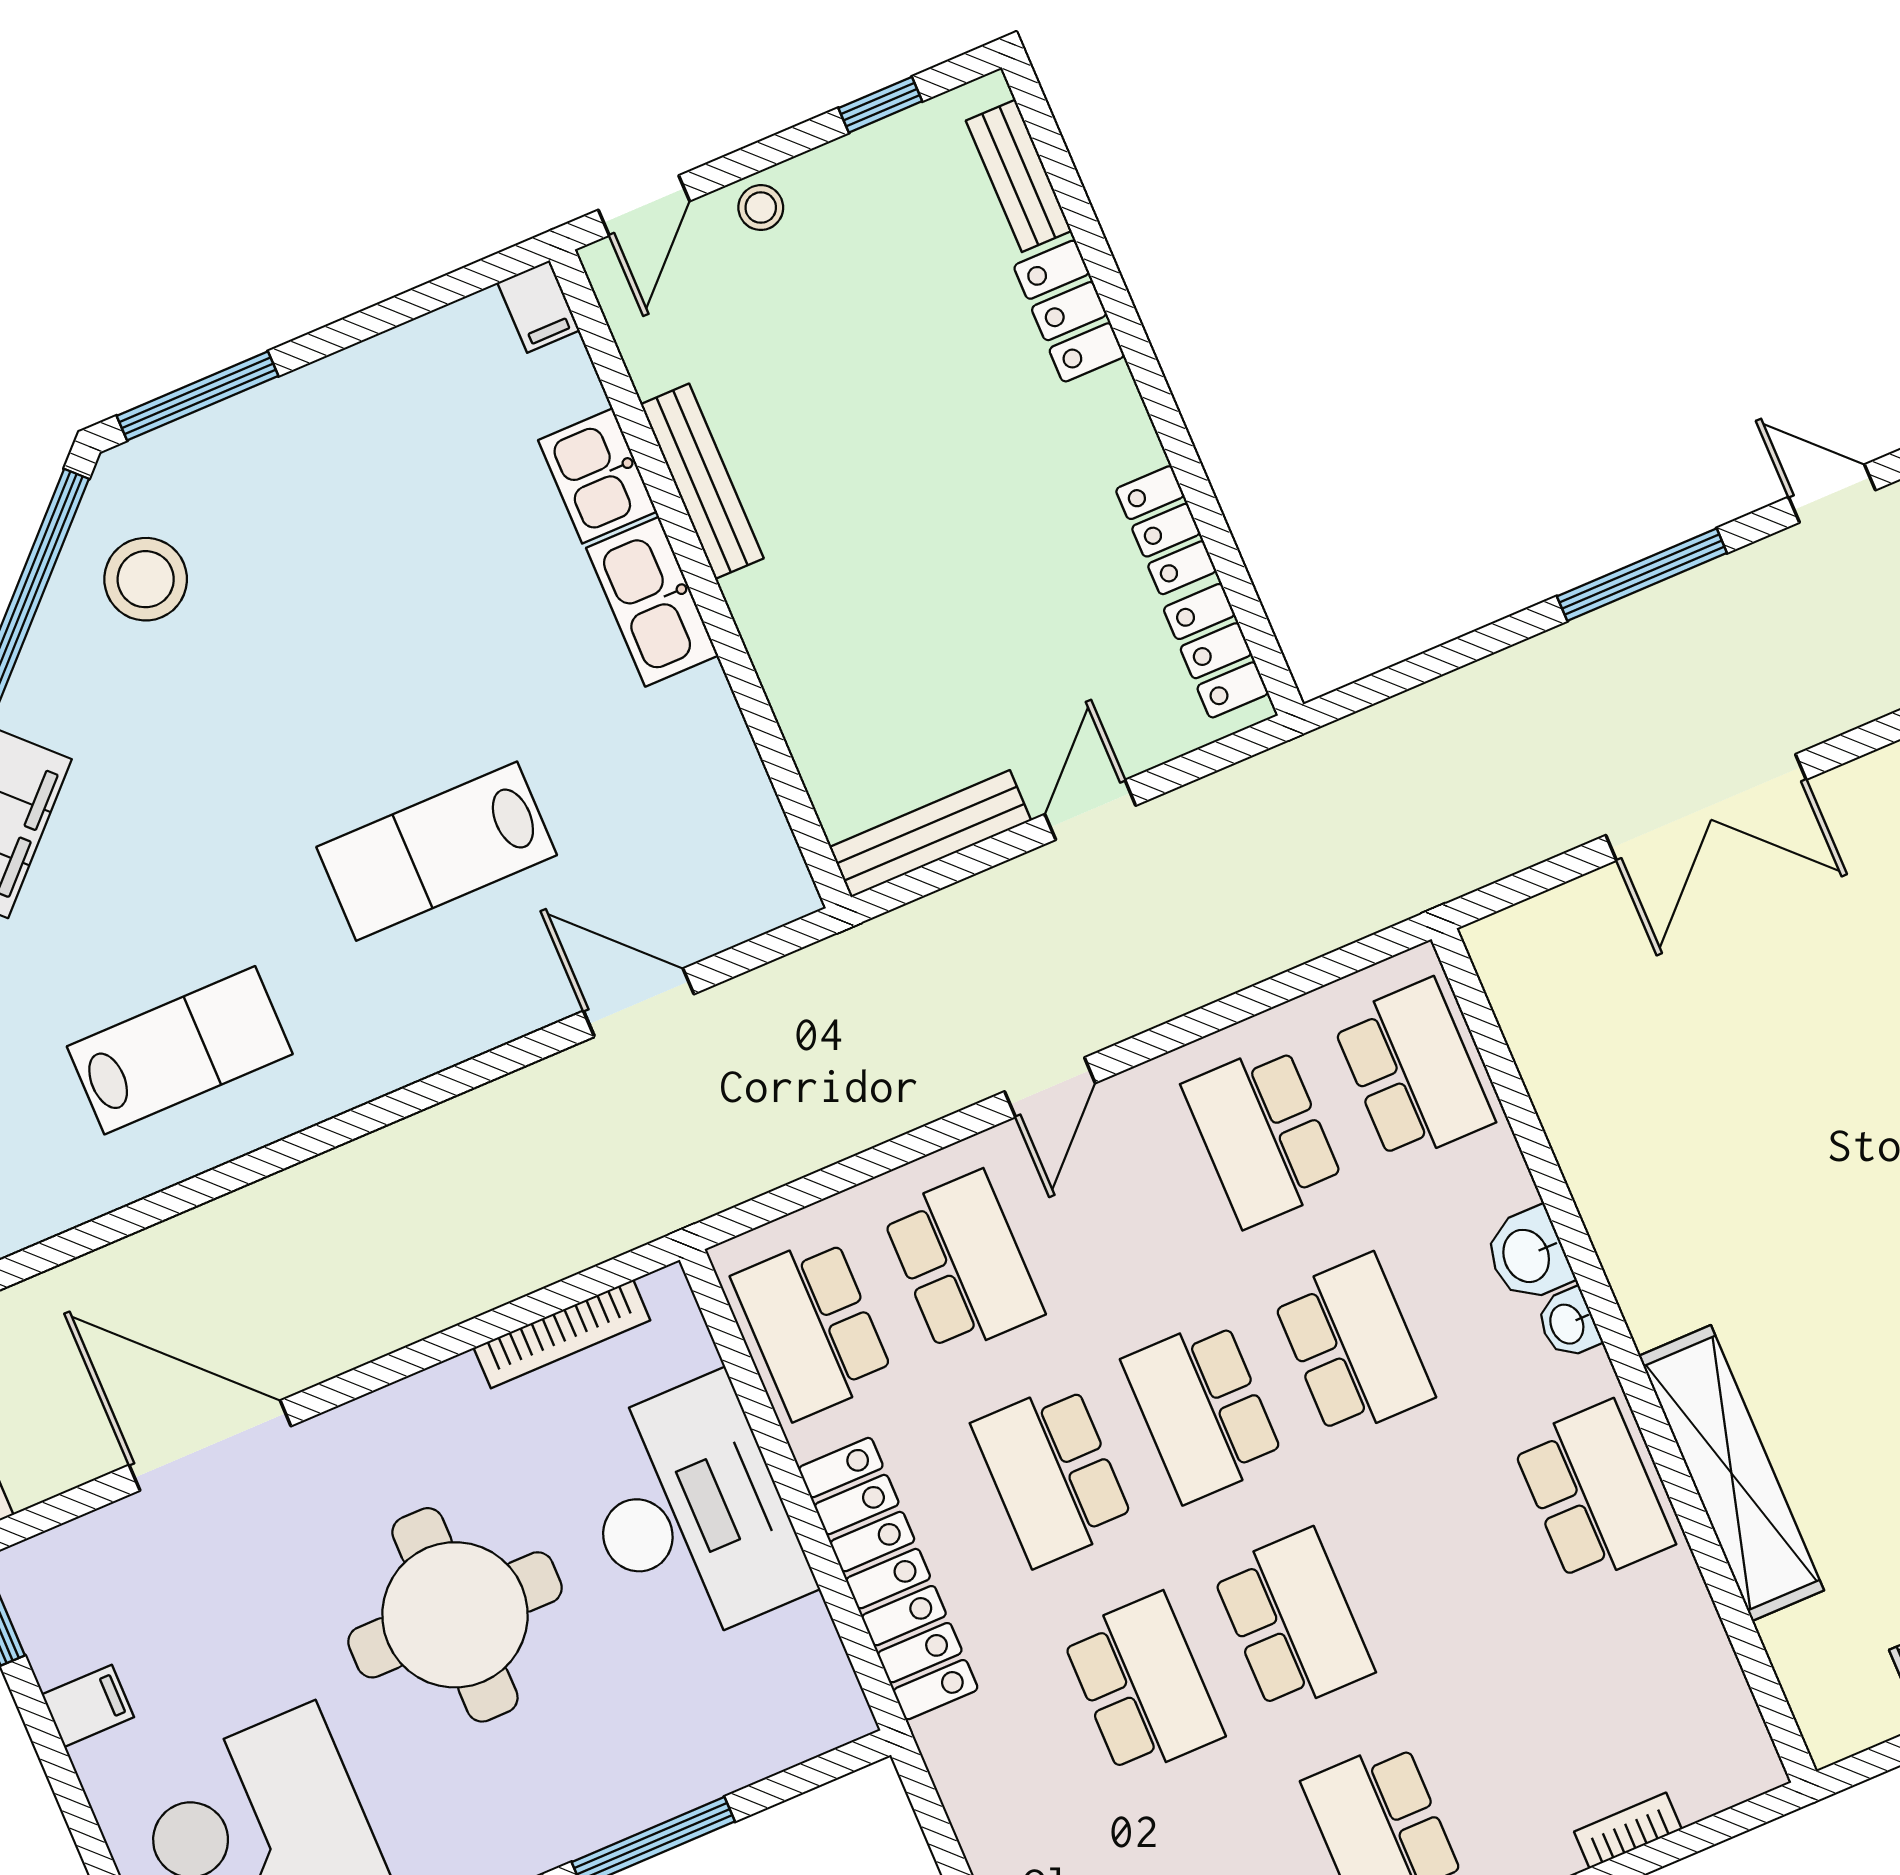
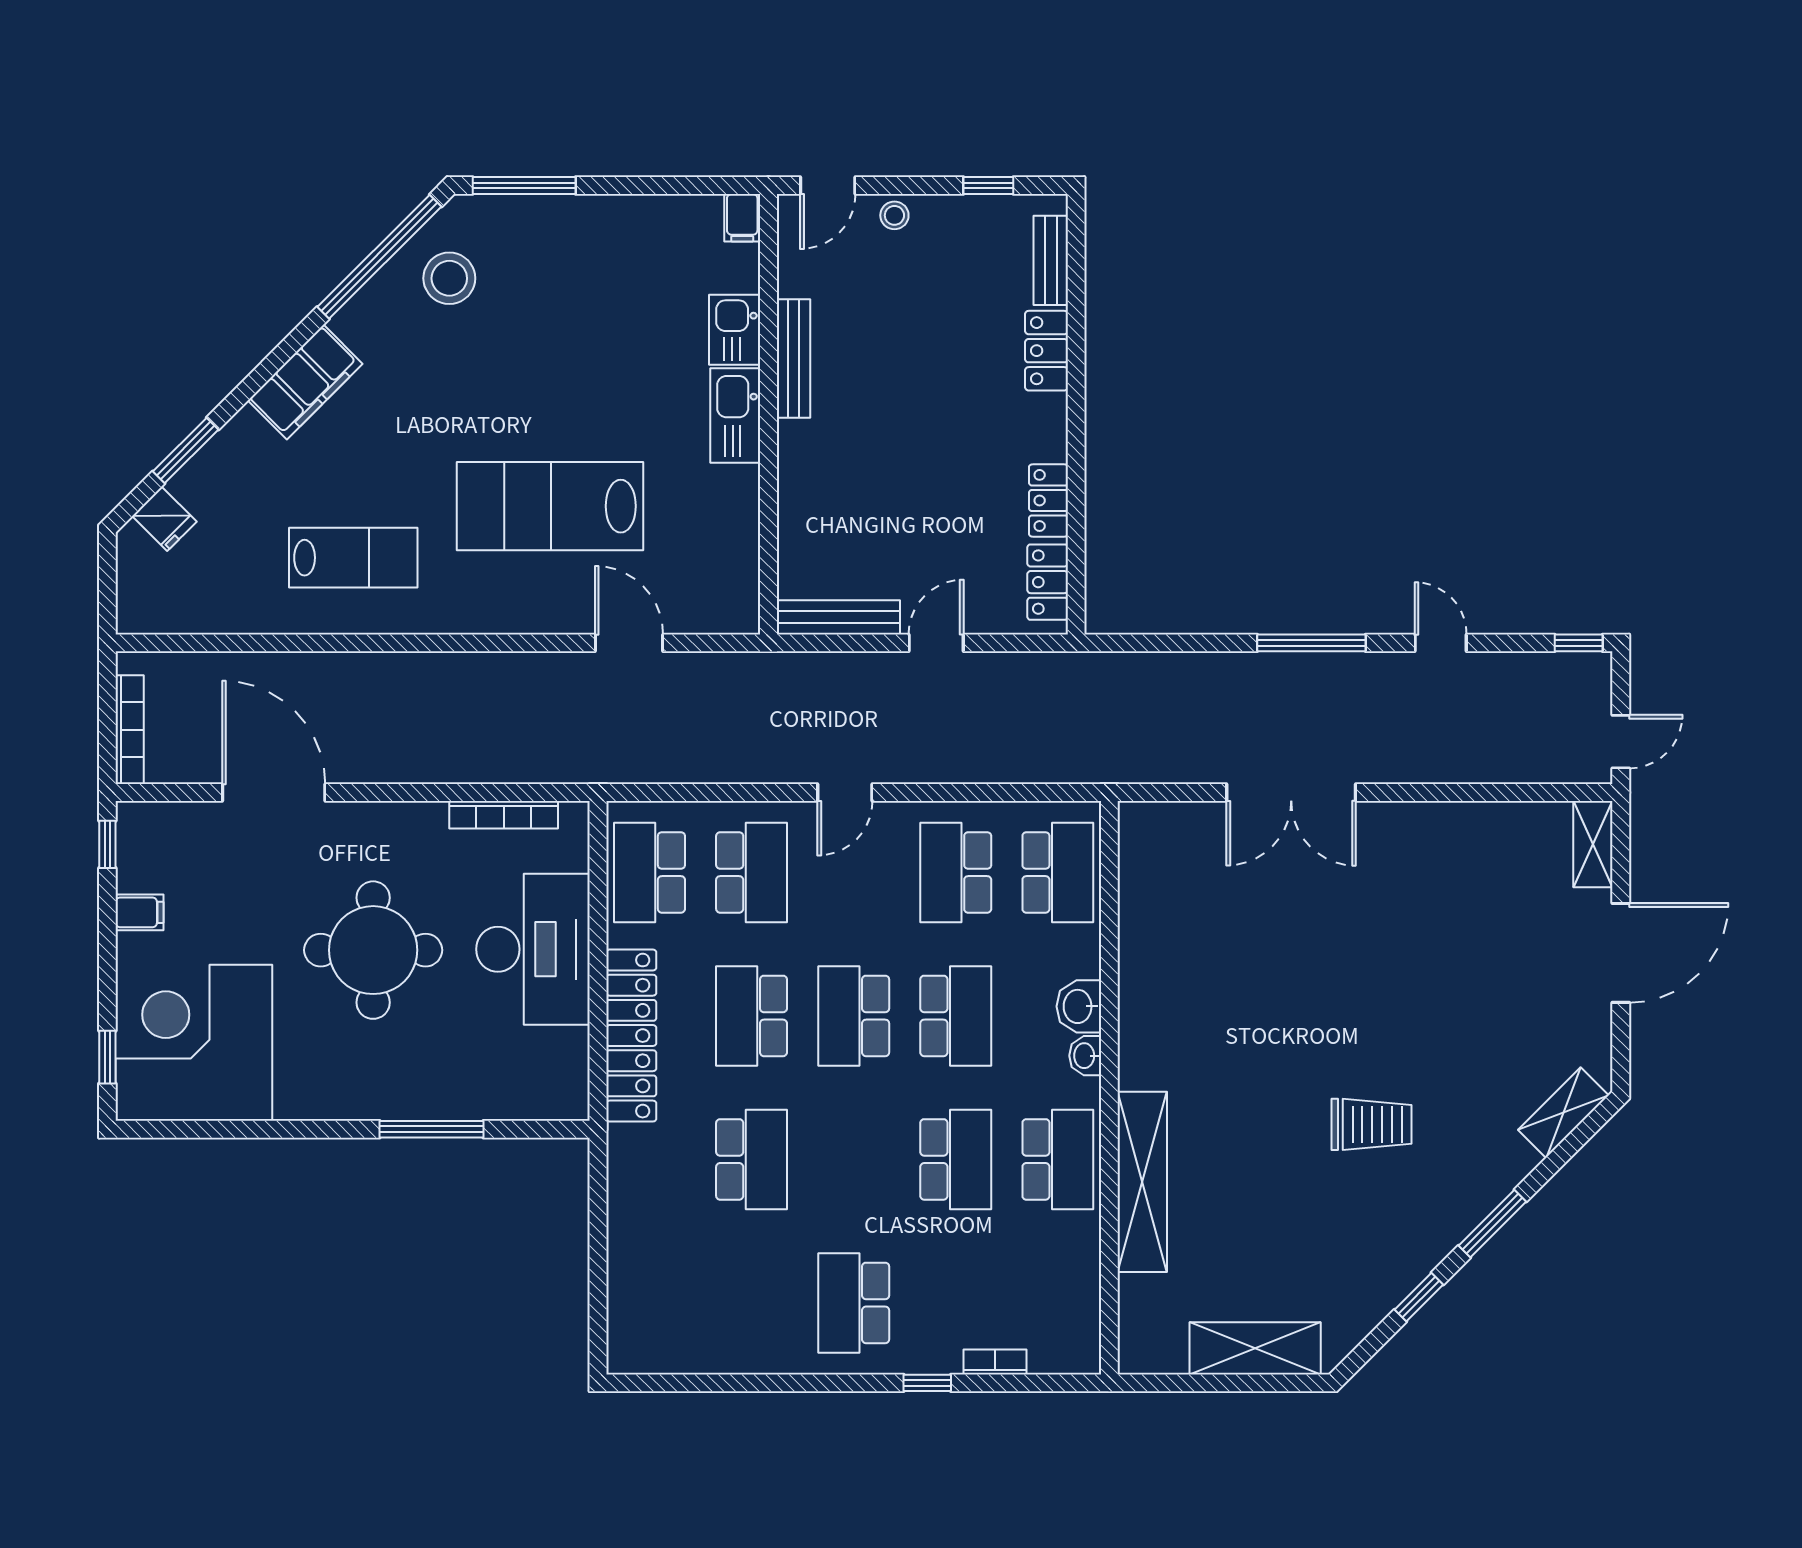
lab bench: (437, 851) -> (550, 506), width x1.36, depth x1.39
school desk: (1293, 1621) -> (956, 1159), moved

